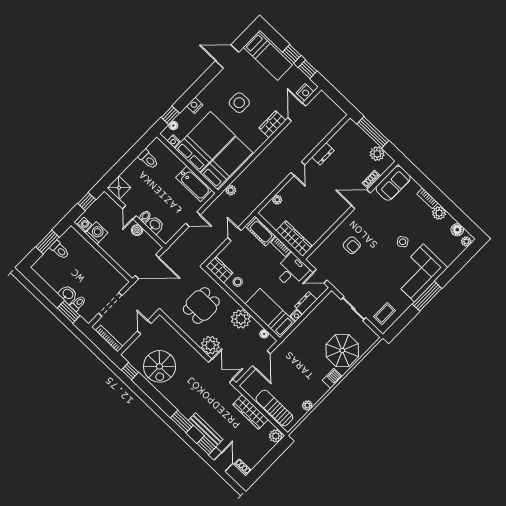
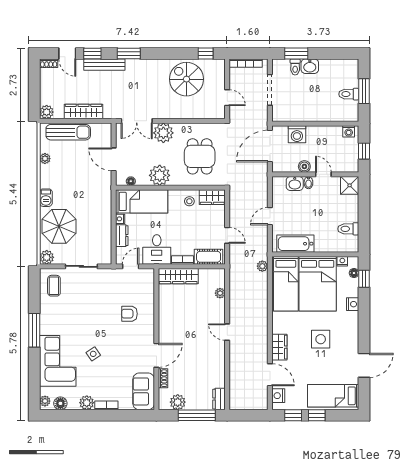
dresser: (323, 154) -> (219, 399), moved
washing machine: (97, 233) -> (297, 134), moved
corner sofa: (419, 273) -> (58, 361), moved
plant: (371, 337) -> (47, 257), added

